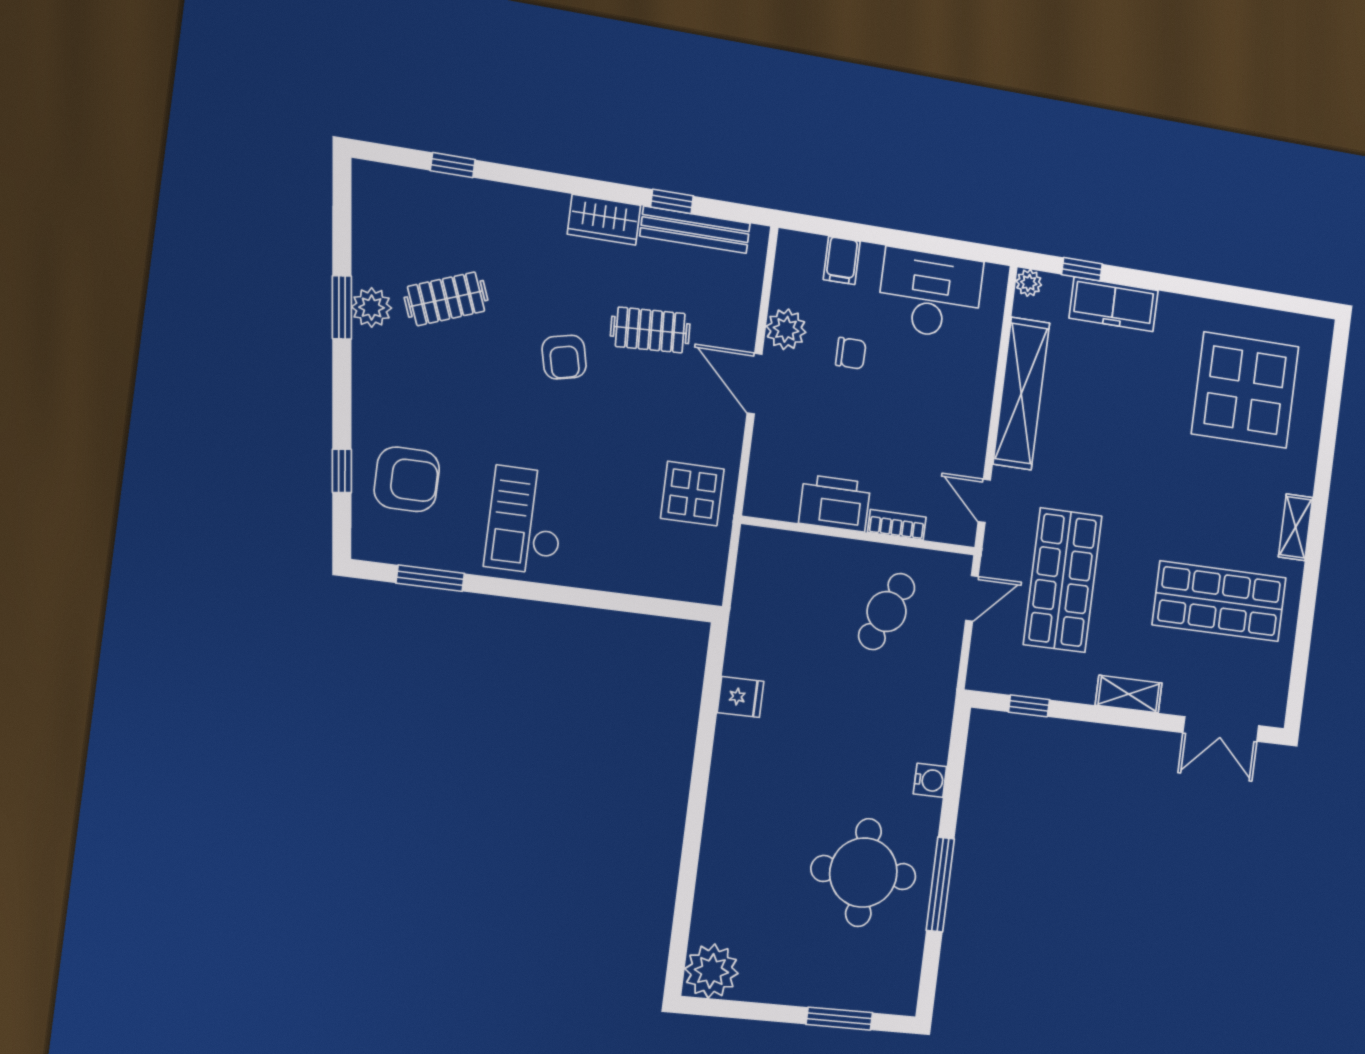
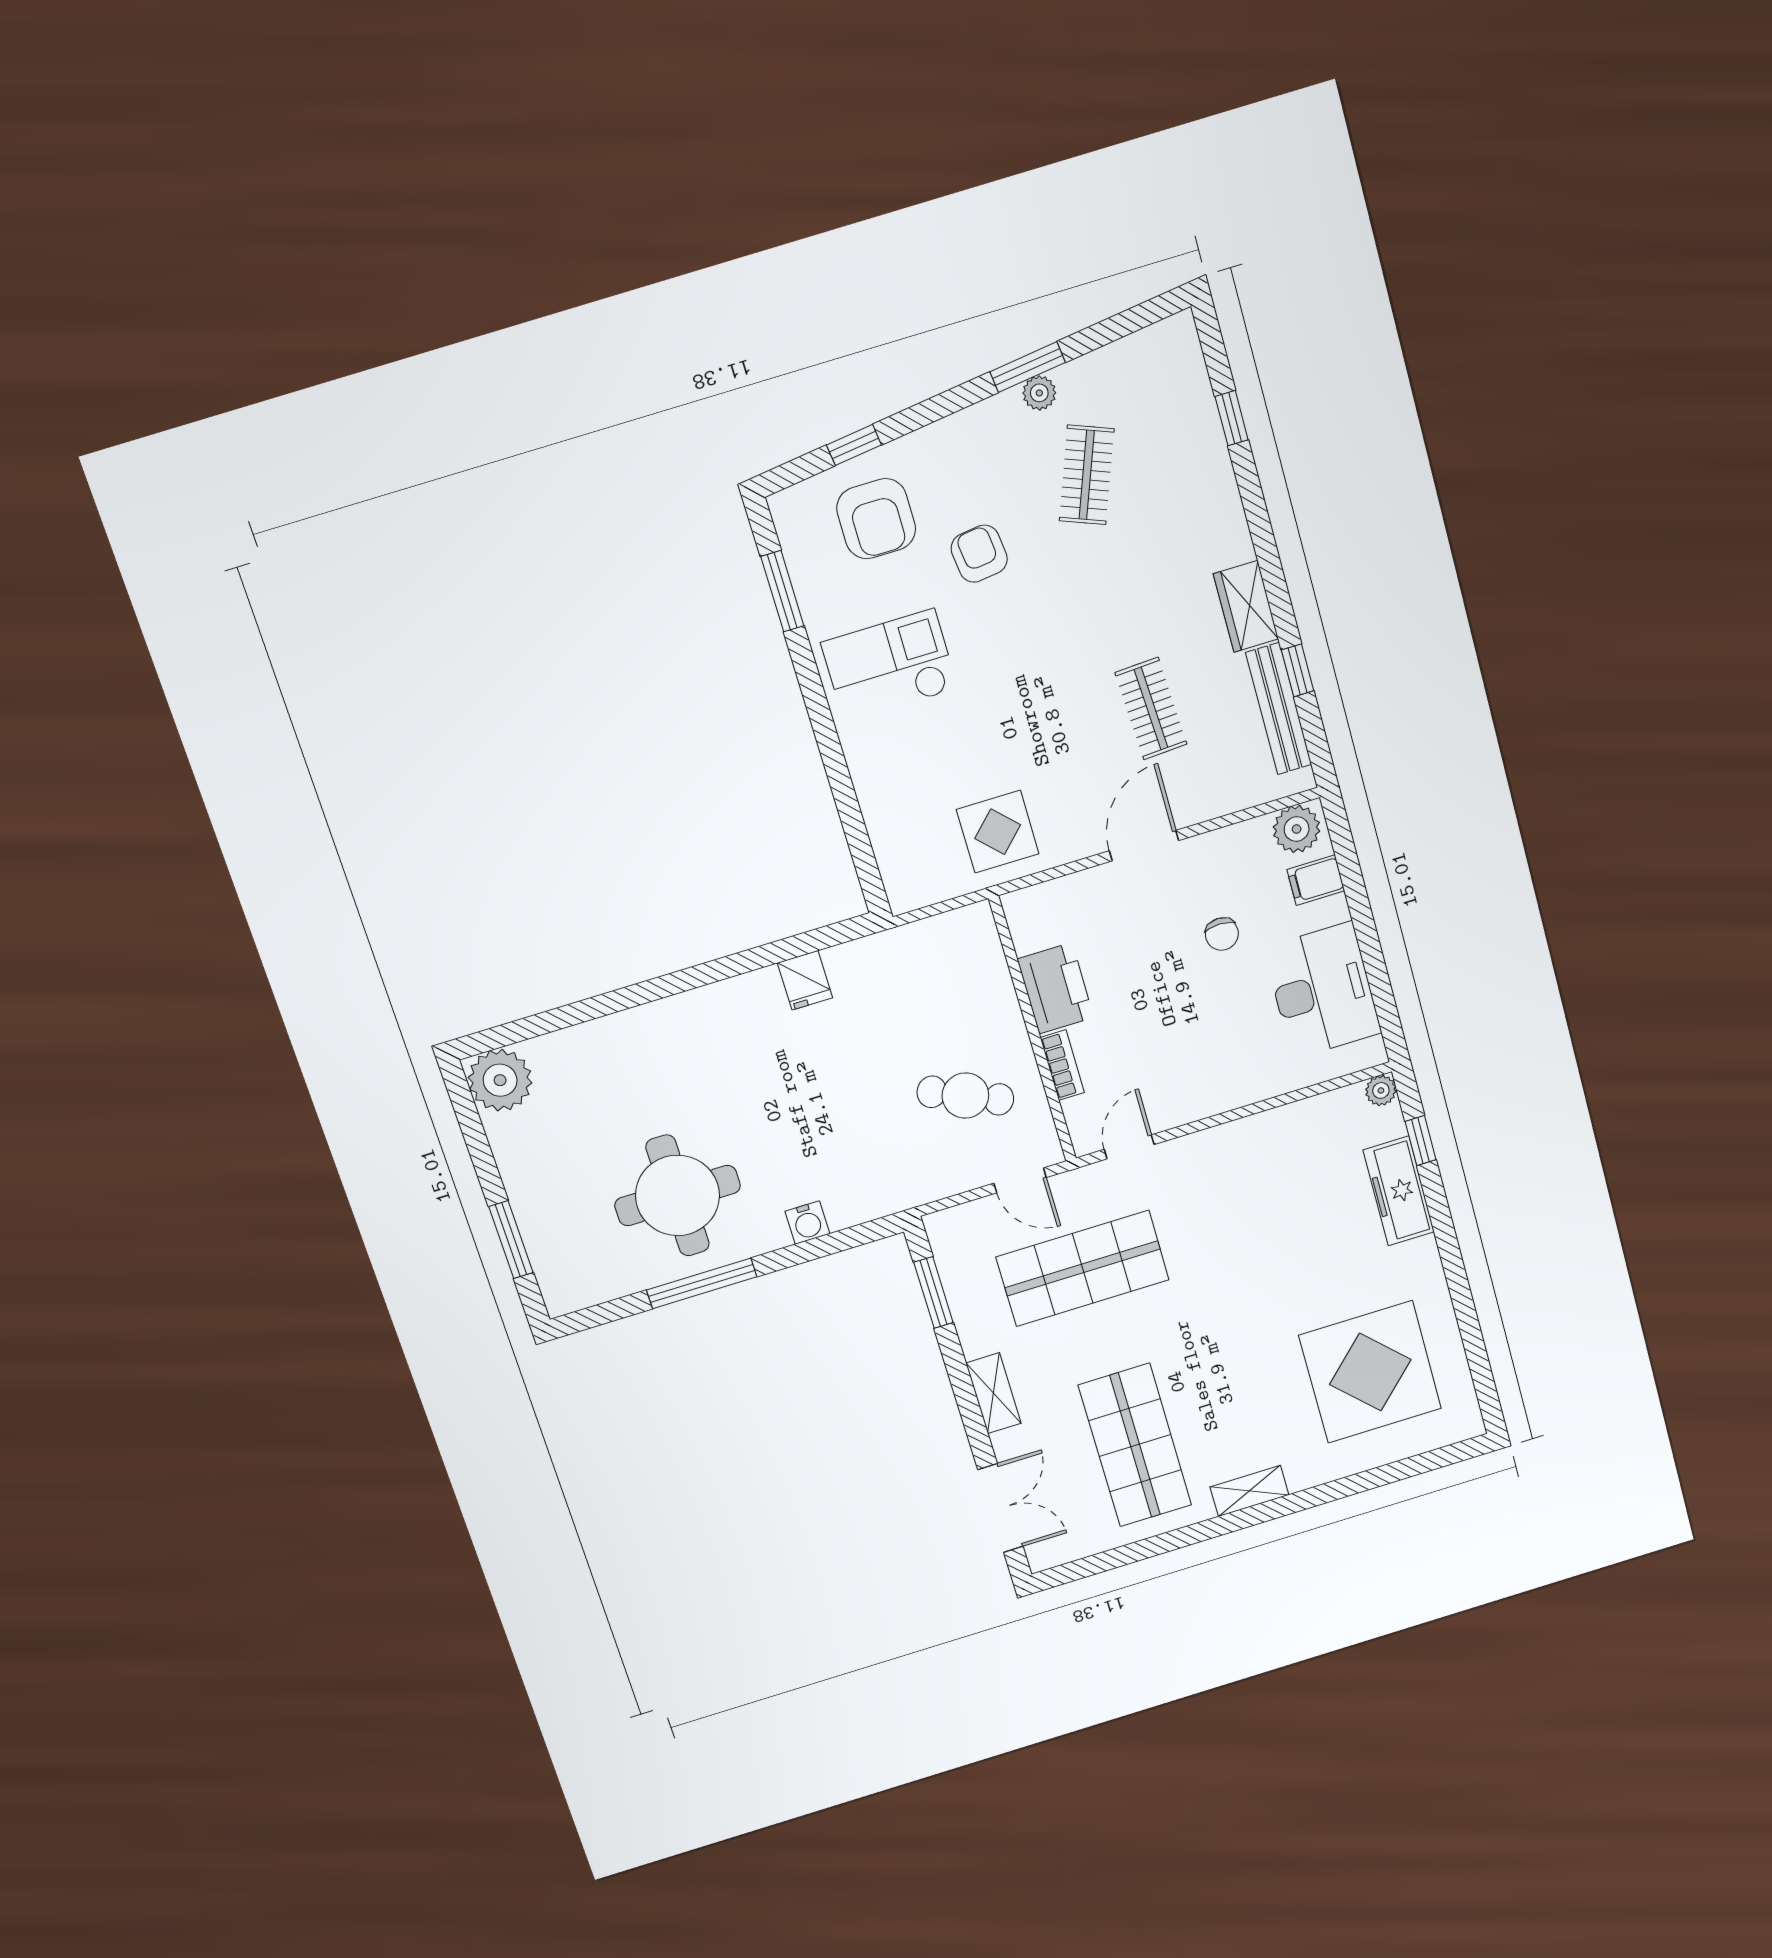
clothes rail: (446, 299) -> (1087, 475), turned 42
plant: (372, 307) -> (1039, 393), width x0.73, depth x0.73
plant: (786, 329) -> (1297, 829), moved
armchair: (564, 357) -> (979, 554), moved, turned 96
shelving: (1021, 394) -> (1260, 1135), removed
window: (1029, 706) -> (933, 1293), width x1.50
double door: (1221, 729) -> (1001, 1508), swing flipped

